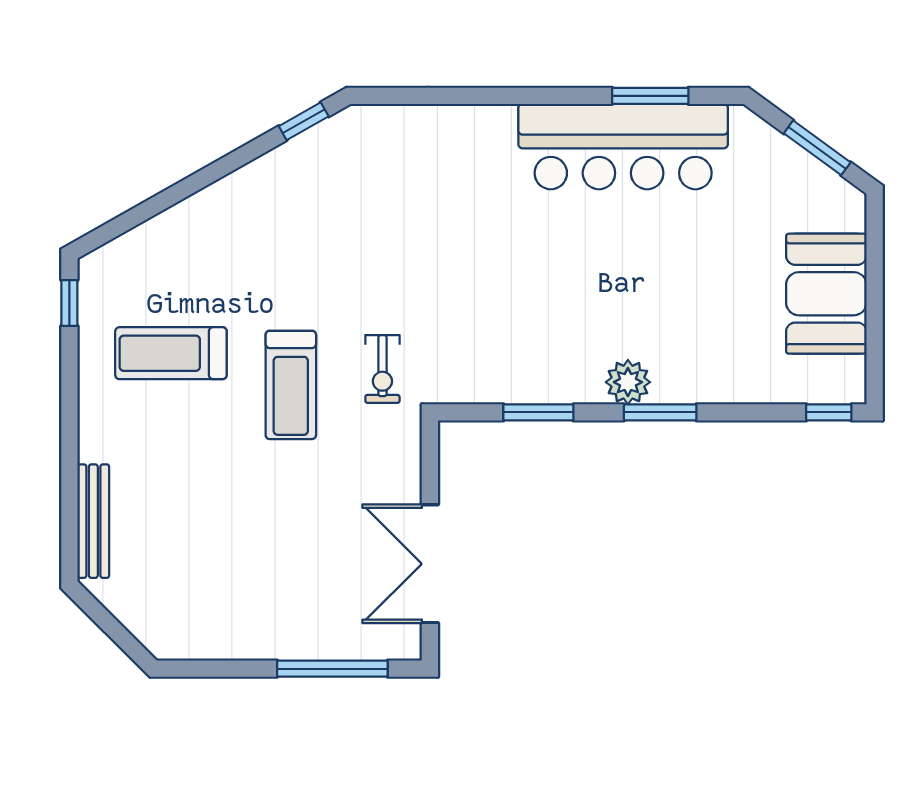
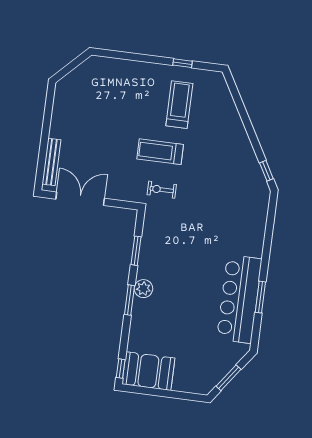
window: (650, 96) -> (260, 297), moved
booth: (826, 294) -> (148, 371), moved
window: (69, 303) -> (182, 63), moved
bench: (93, 521) -> (52, 162), moved, turned 90
window: (332, 669) -> (43, 154), removed

